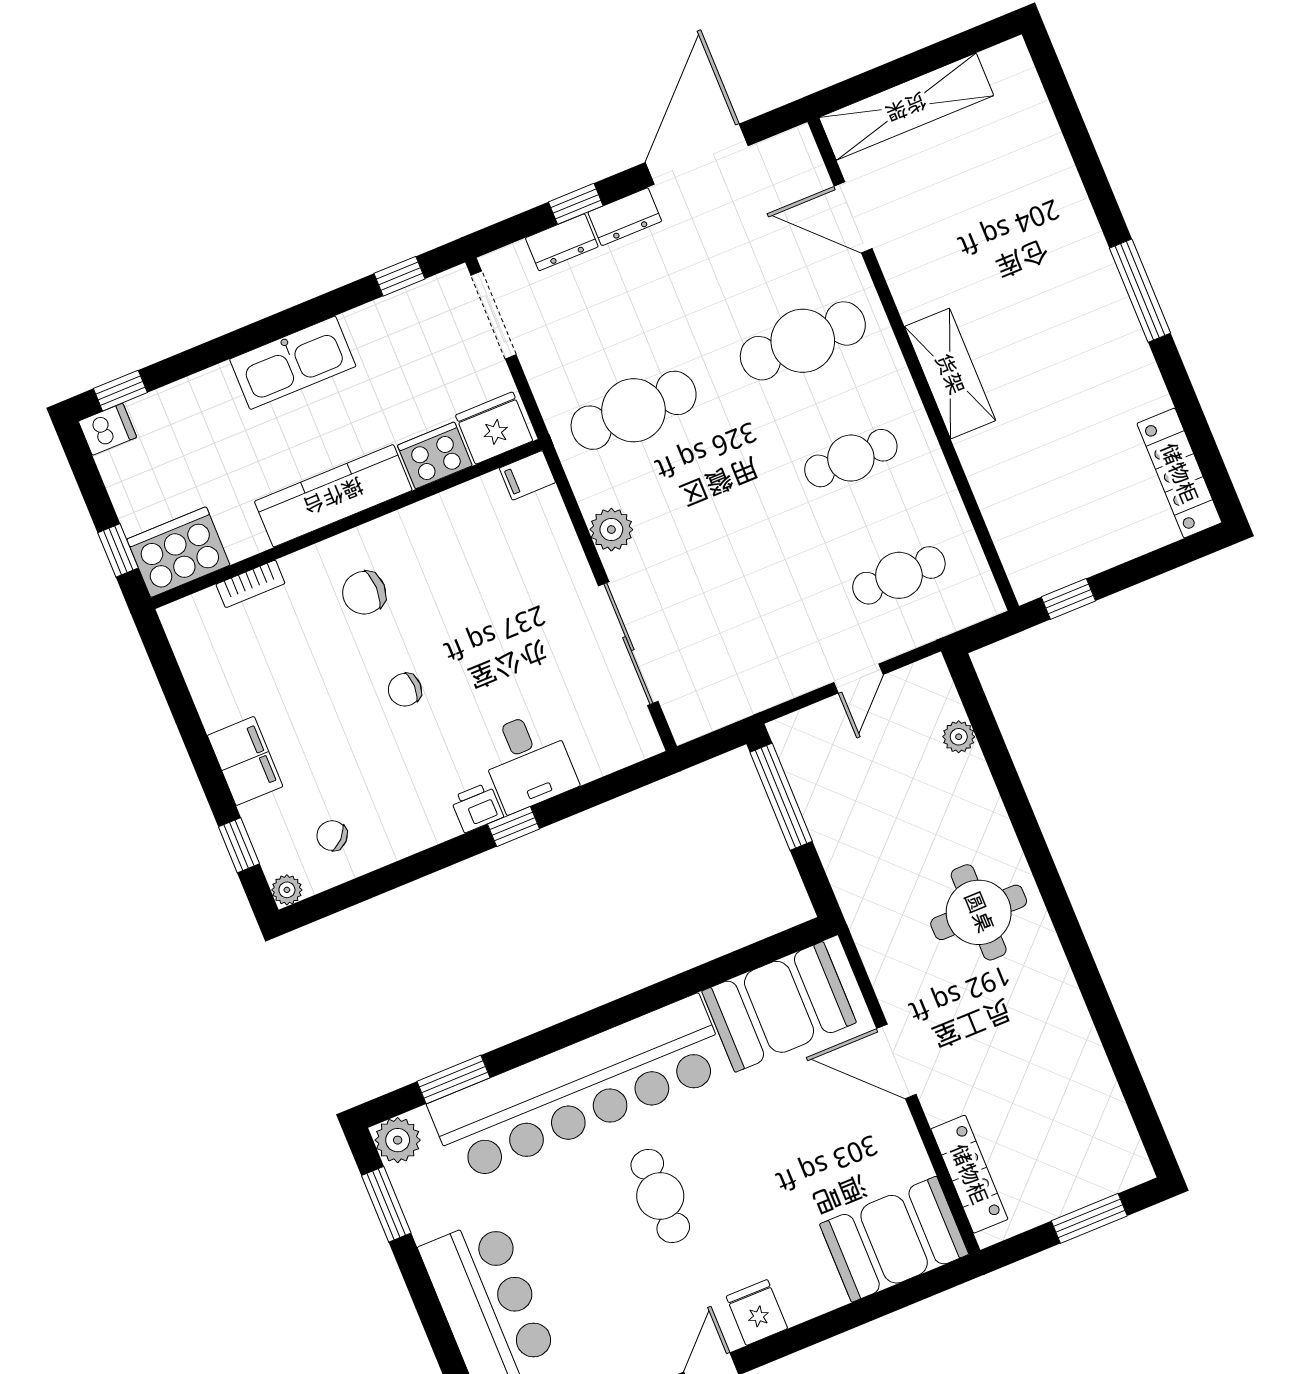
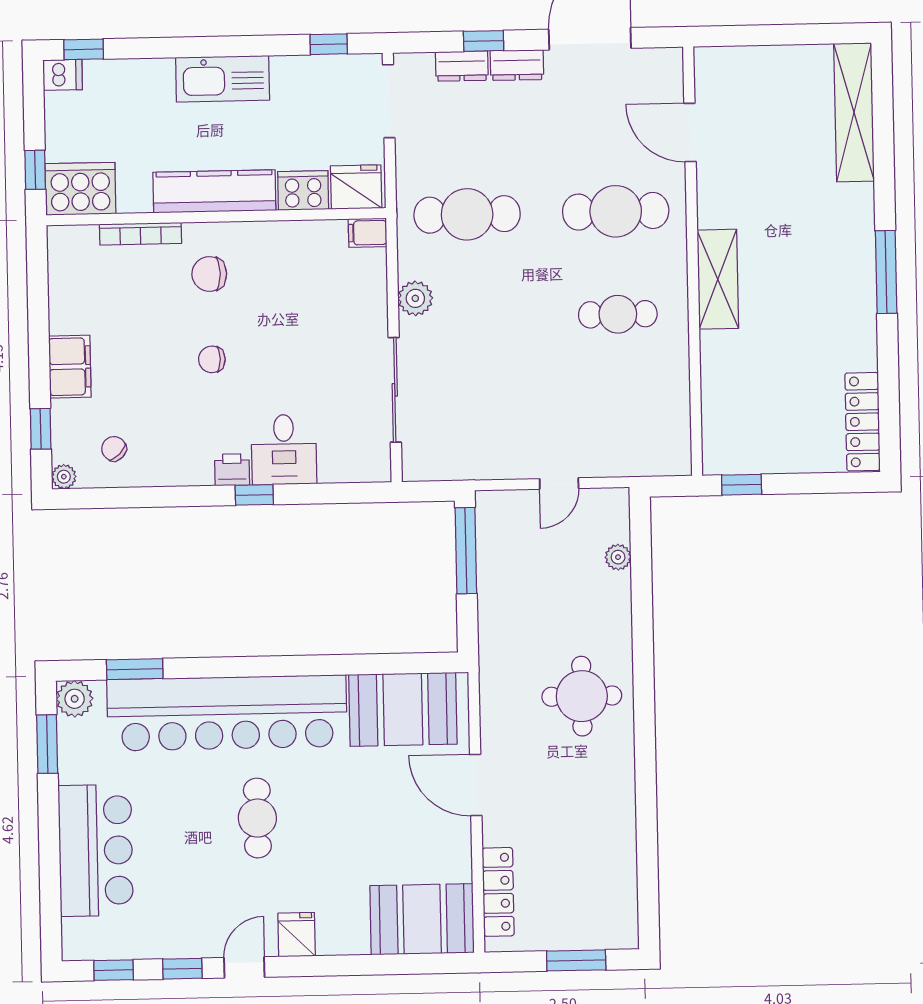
shelving: (906, 107) -> (854, 112), moved, turned 90
cafe table: (899, 575) -> (620, 417), removed
bookcase: (250, 584) -> (141, 234), width x1.56

